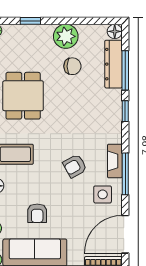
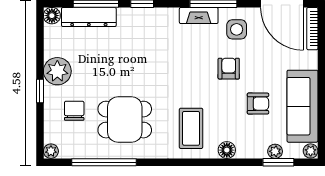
window: (30, 21) -> (40, 91), moved
chair: (72, 66) -> (74, 111), moved
armchair: (75, 166) -> (229, 69), moved, turned -151

